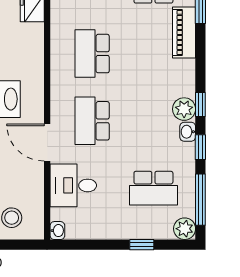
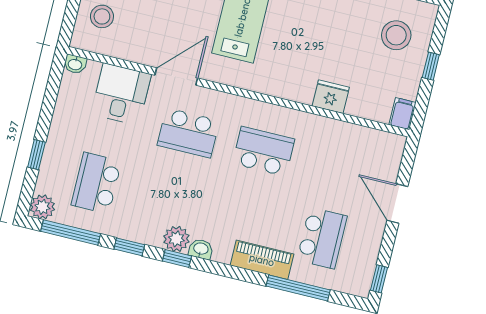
school desk: (92, 121) -> (188, 133), turned 180
washbasin: (188, 132) -> (201, 249), moved

